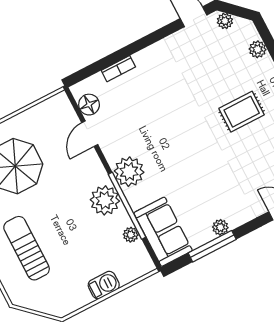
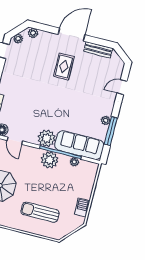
plant: (258, 49) -> (33, 33), moved
sofa: (163, 232) -> (79, 145), width x1.36
barbecue: (104, 285) -> (82, 207), moved

